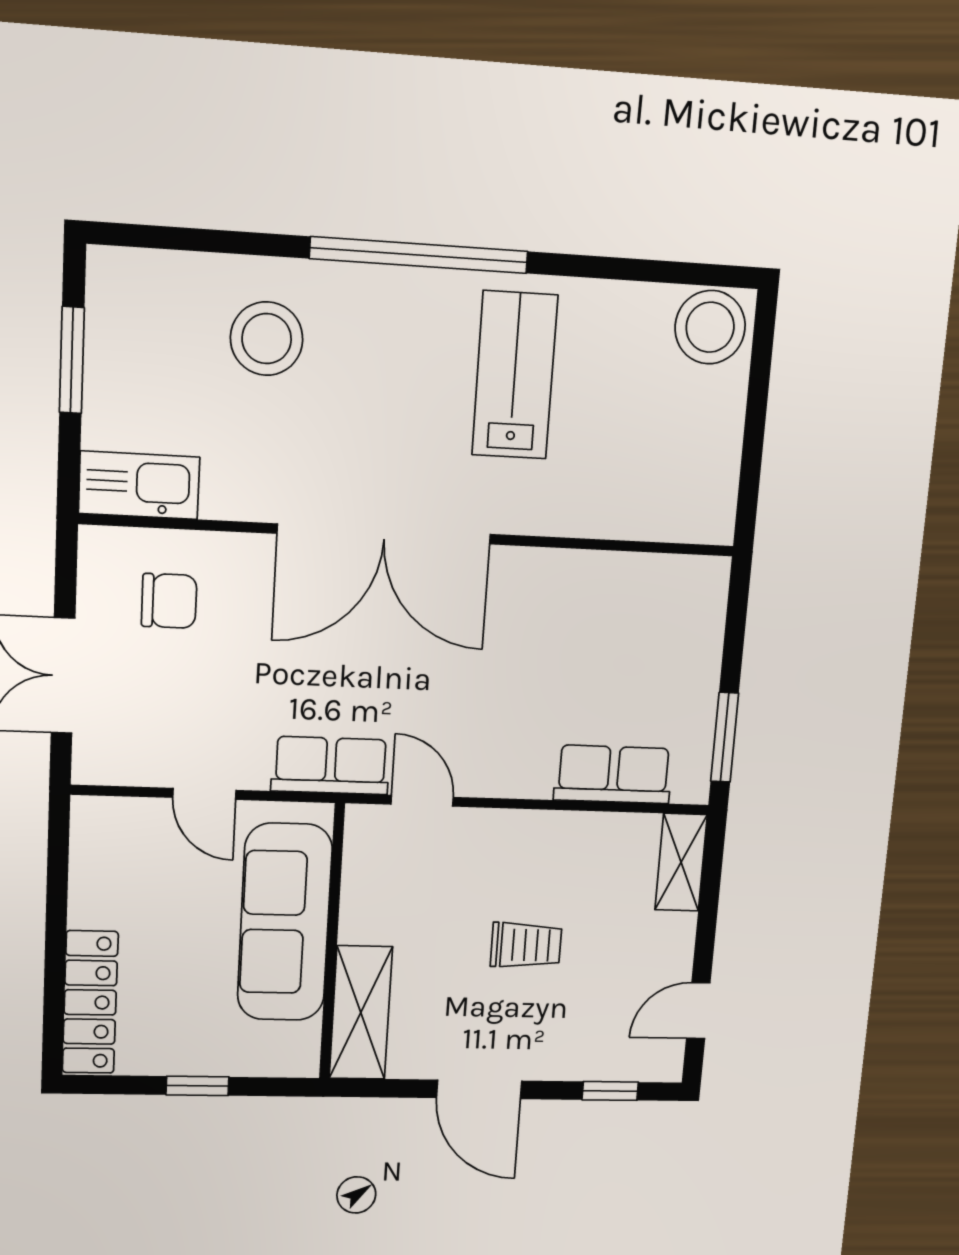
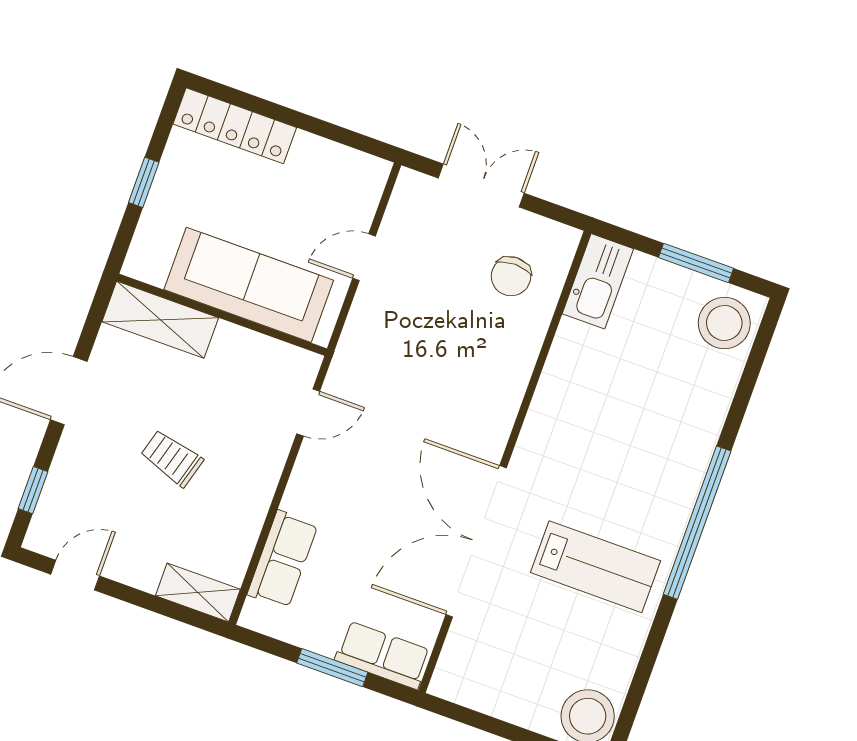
stool: (267, 339) -> (724, 323), moved
double door: (384, 534) -> (476, 541), moved
window: (725, 737) -> (332, 668), moved
row of seats: (331, 766) -> (383, 655), moved, turned -90
trolley: (526, 945) -> (172, 458), turned 106
door: (698, 1011) -> (75, 575), hinge flipped

